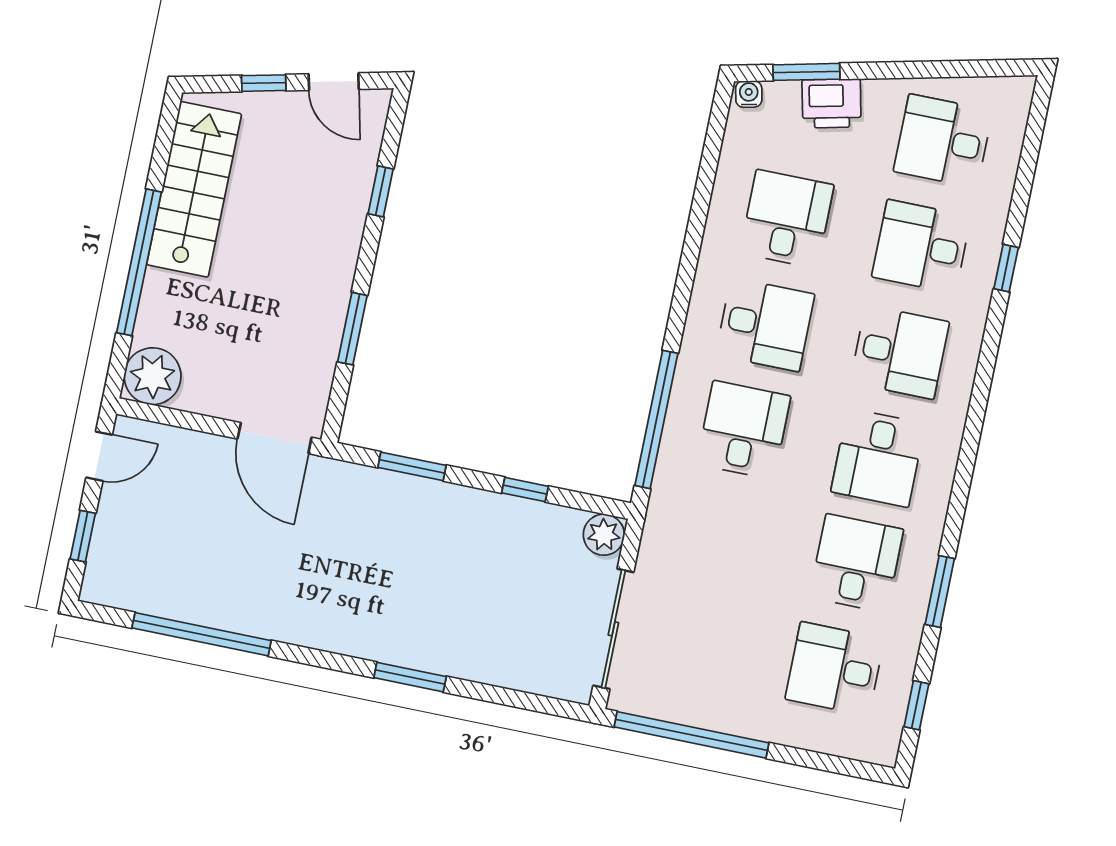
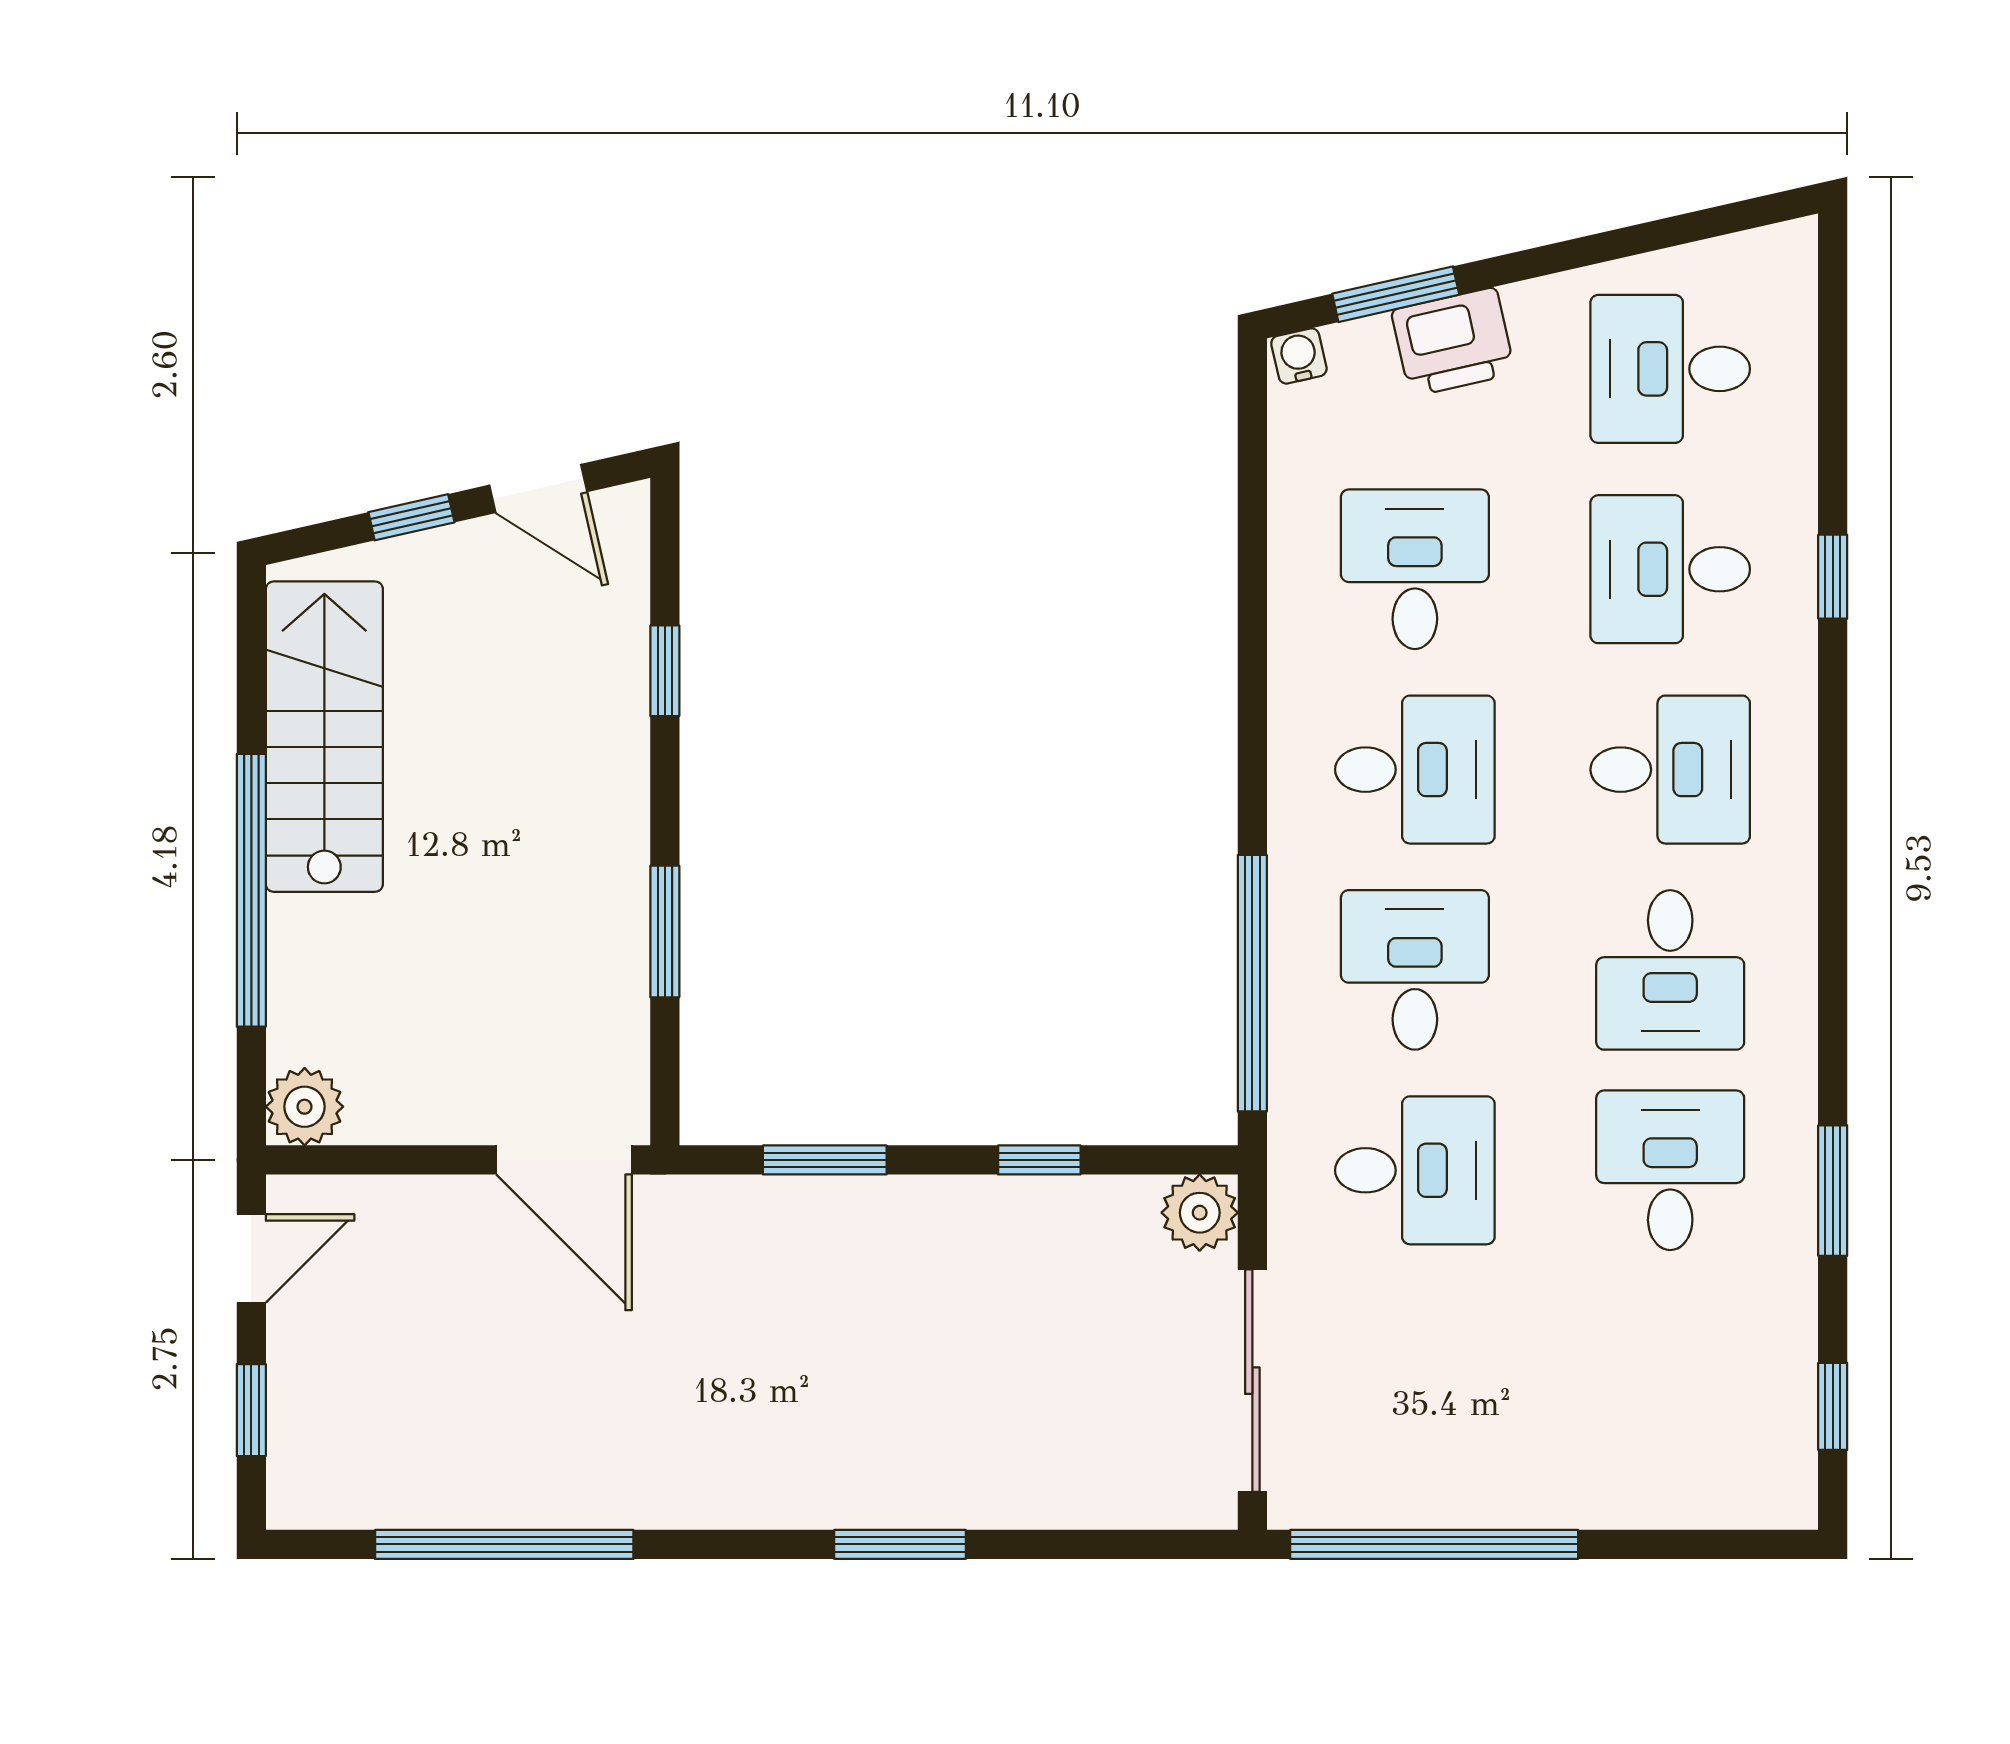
plant: (153, 376) -> (305, 1107), width x0.73, depth x0.73
desk: (835, 669) -> (1415, 1170), moved, turned 180

